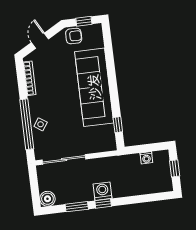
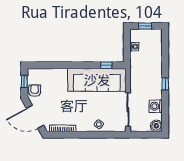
door: (40, 41) -> (35, 117), width x1.87
sofa: (94, 87) -> (97, 80), moved
window: (27, 124) -> (97, 135), removed
washing machine: (102, 191) -> (156, 106), moved
window: (77, 207) -> (165, 104), removed

